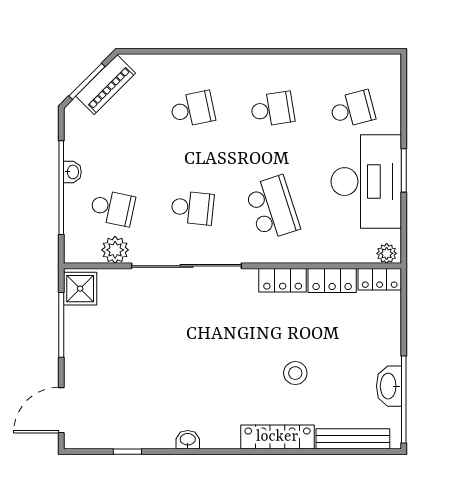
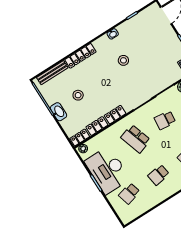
stool: (295, 373) -> (78, 95), moved
stool: (200, 375) -> (123, 60), added
washbasin: (389, 386) -> (59, 112), moved

